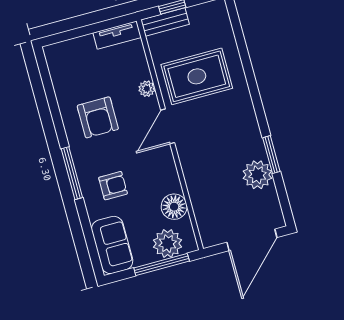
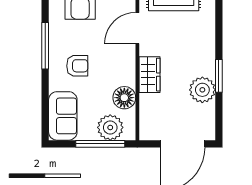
wardrobe: (195, 174) -> (150, 75), added

